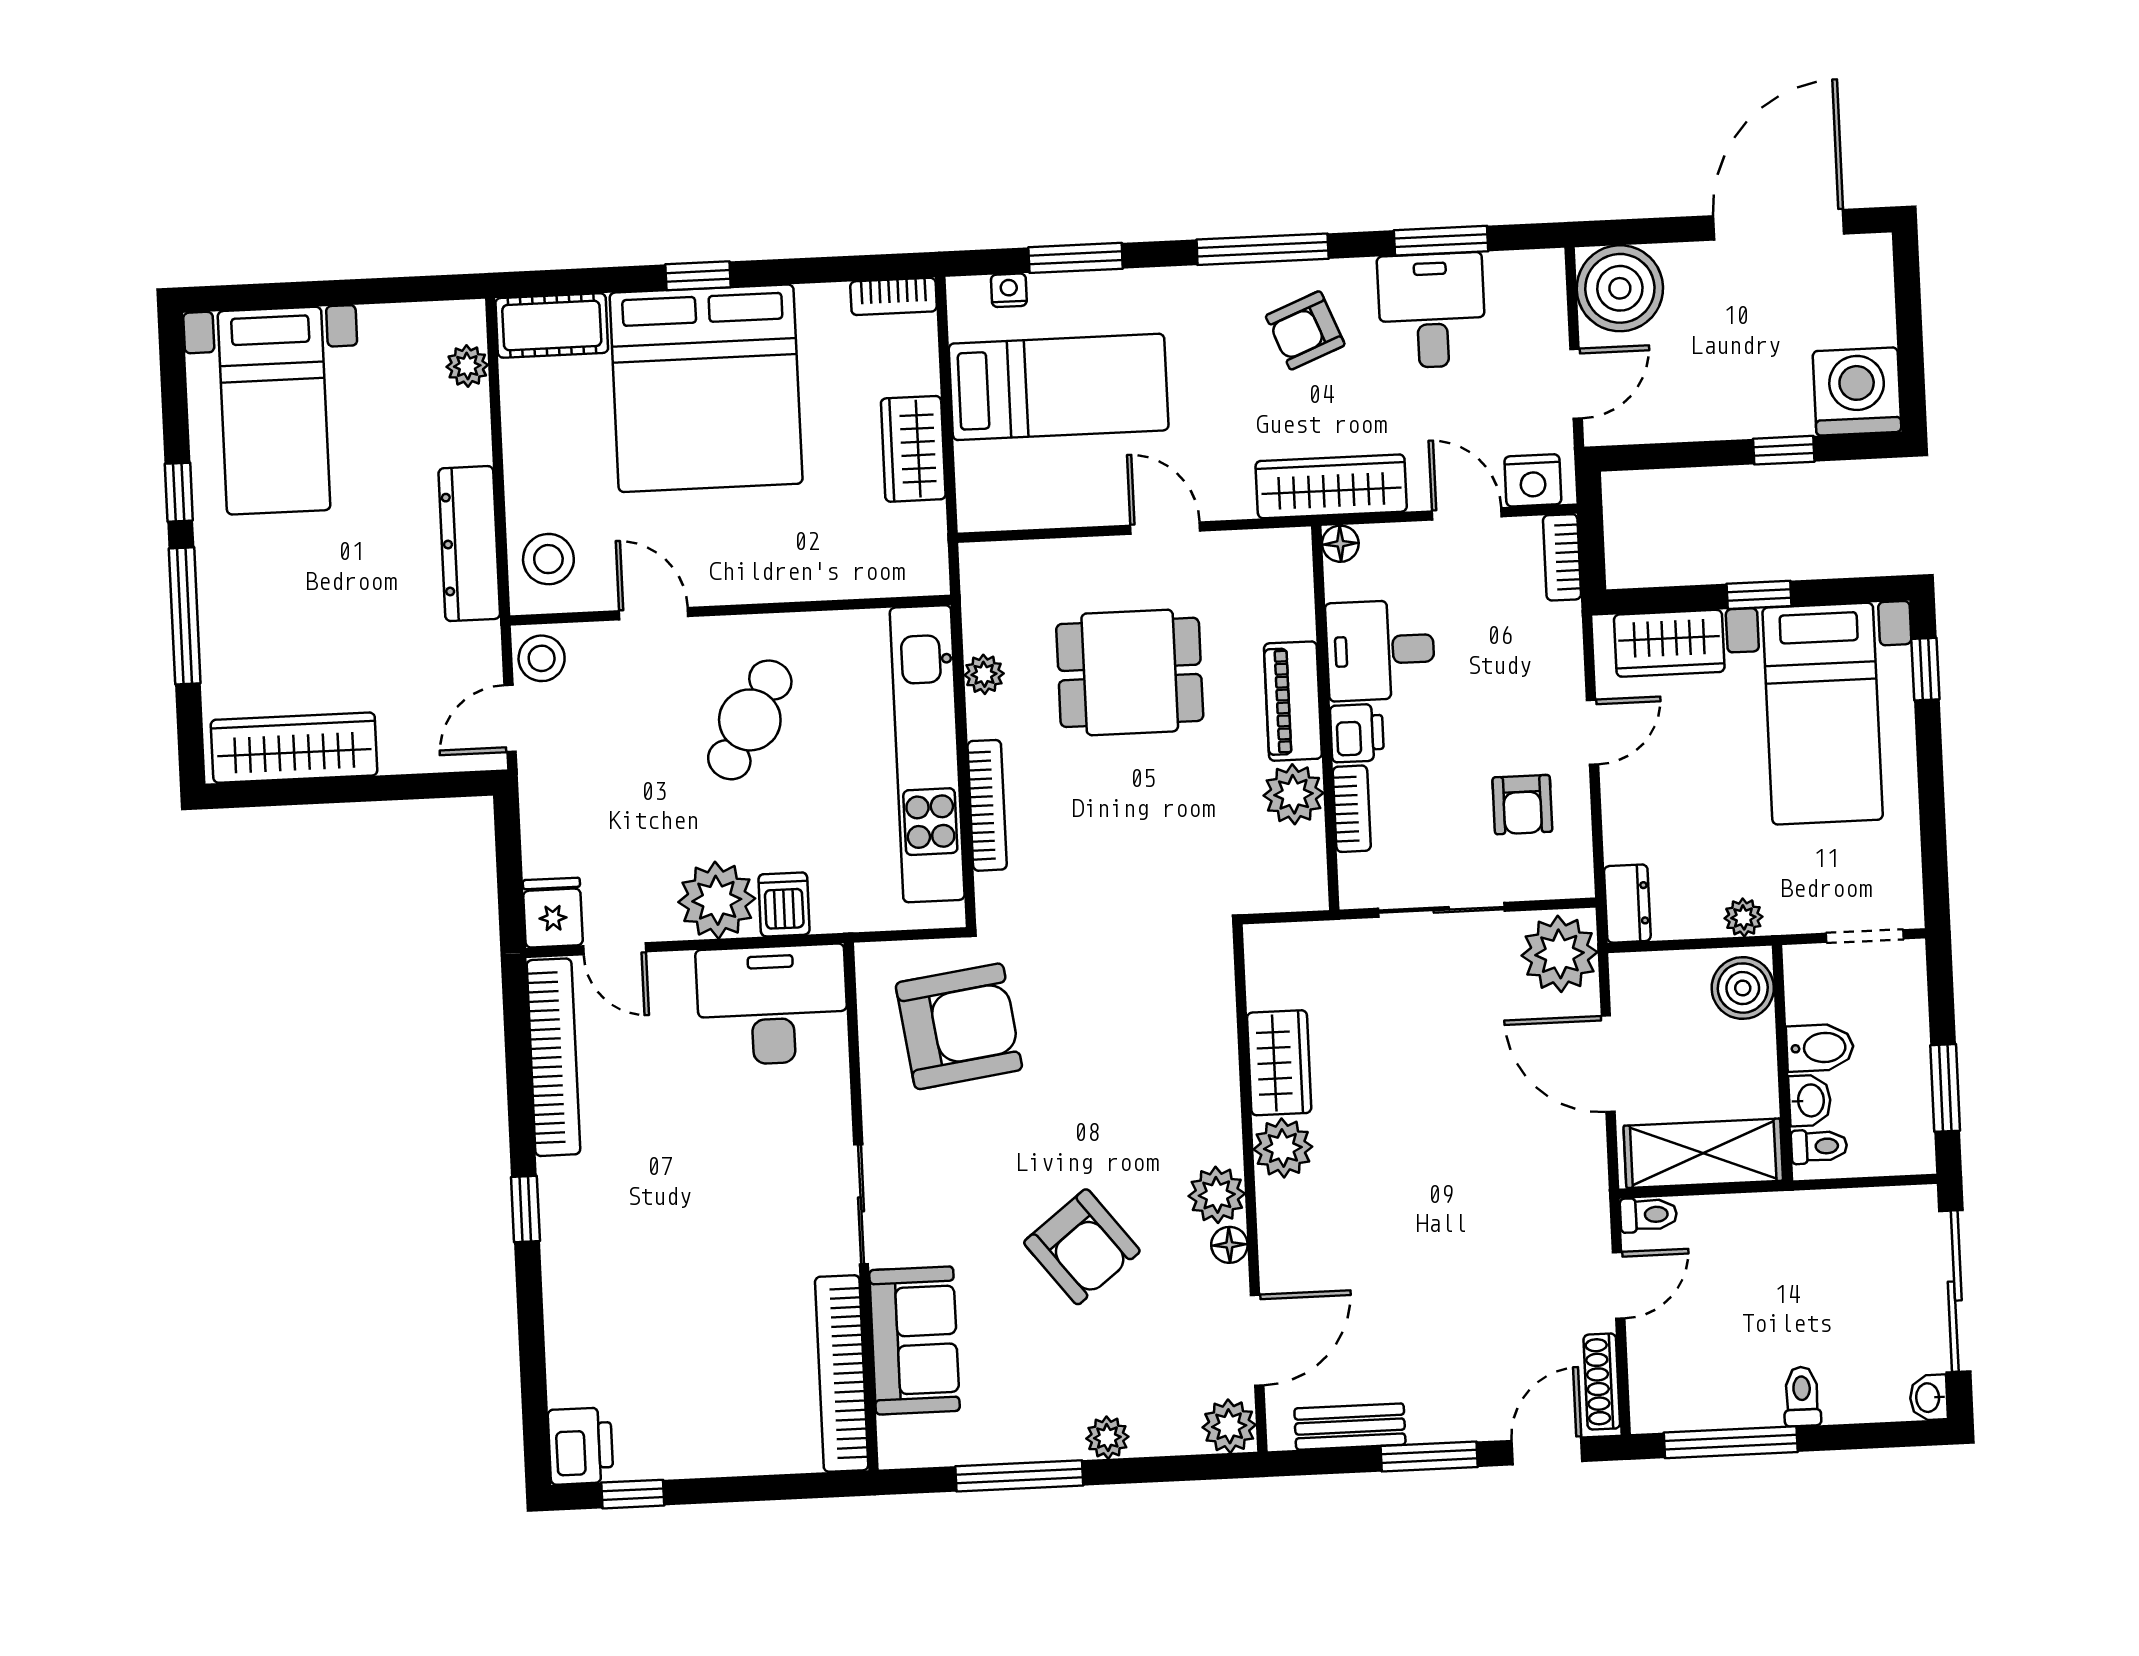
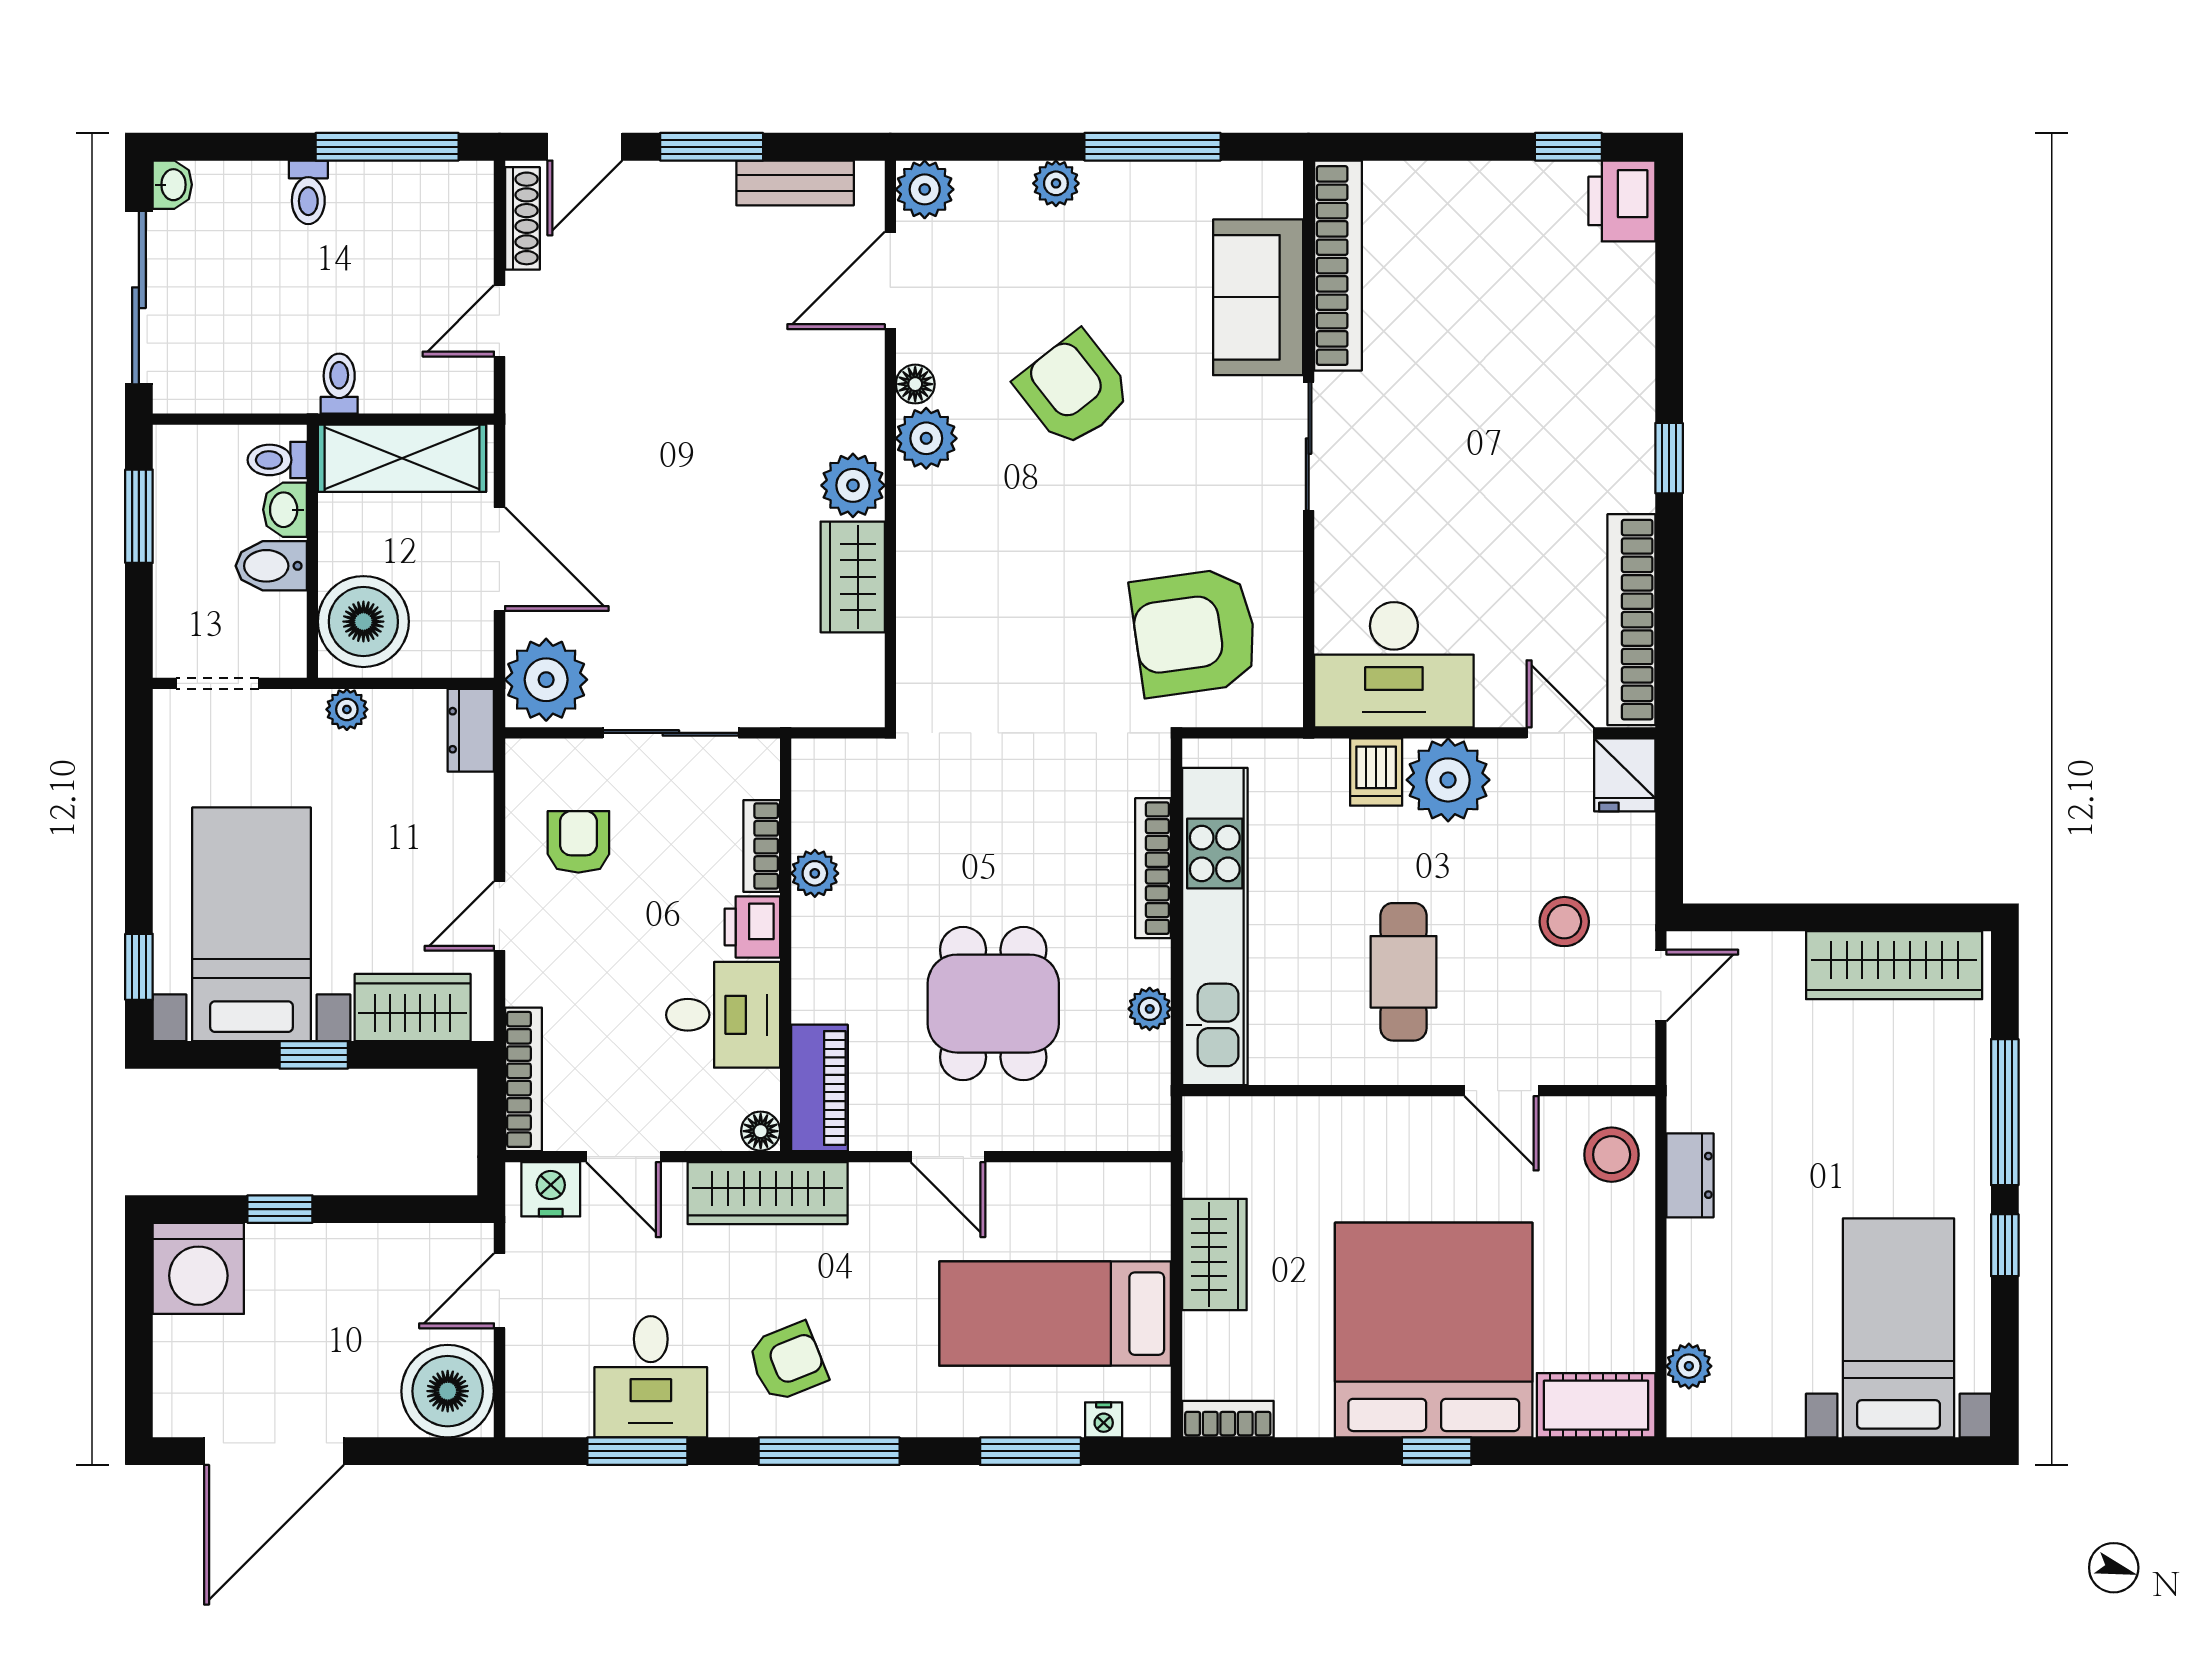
dresser: (469, 544) -> (1690, 1175), width x0.51, depth x0.80
bookcase: (1562, 557) -> (523, 1079), width x1.56
stool: (542, 658) -> (1564, 922), moved
dining table: (1130, 672) -> (993, 1004), turned 90
piano: (1293, 701) -> (820, 1088), moved
cafe table: (750, 720) -> (1403, 972), turned -30
plant: (1294, 794) -> (815, 873), width x0.73, depth x0.73
boiler: (1743, 988) -> (363, 622), width x1.37, depth x1.37
toilet: (1648, 1215) -> (339, 384), moved, turned 90

